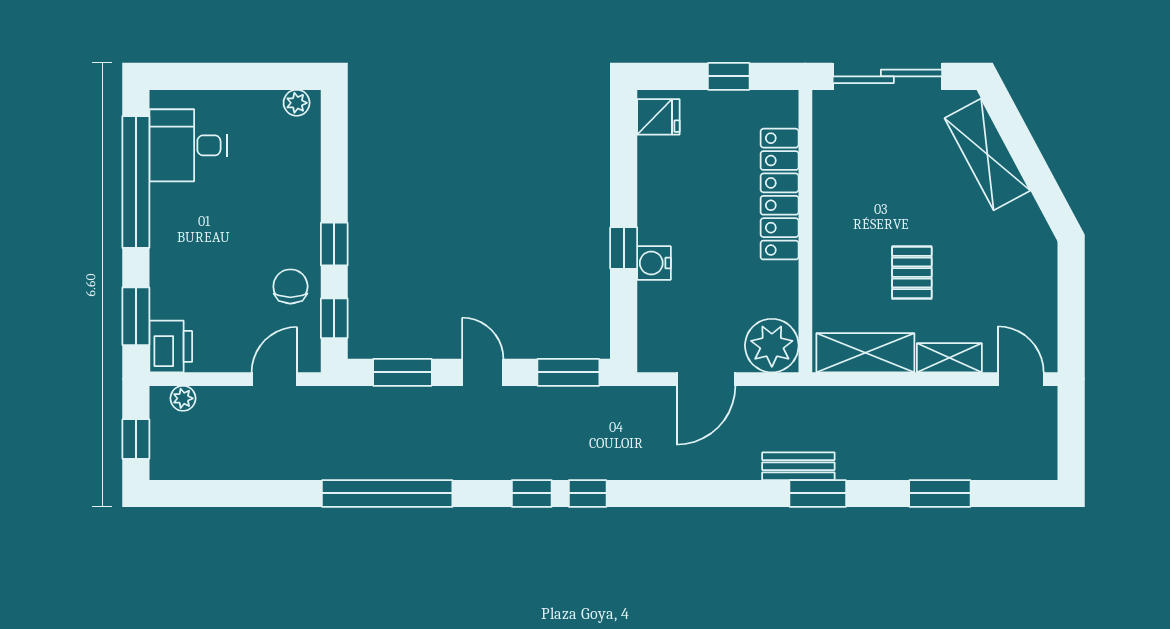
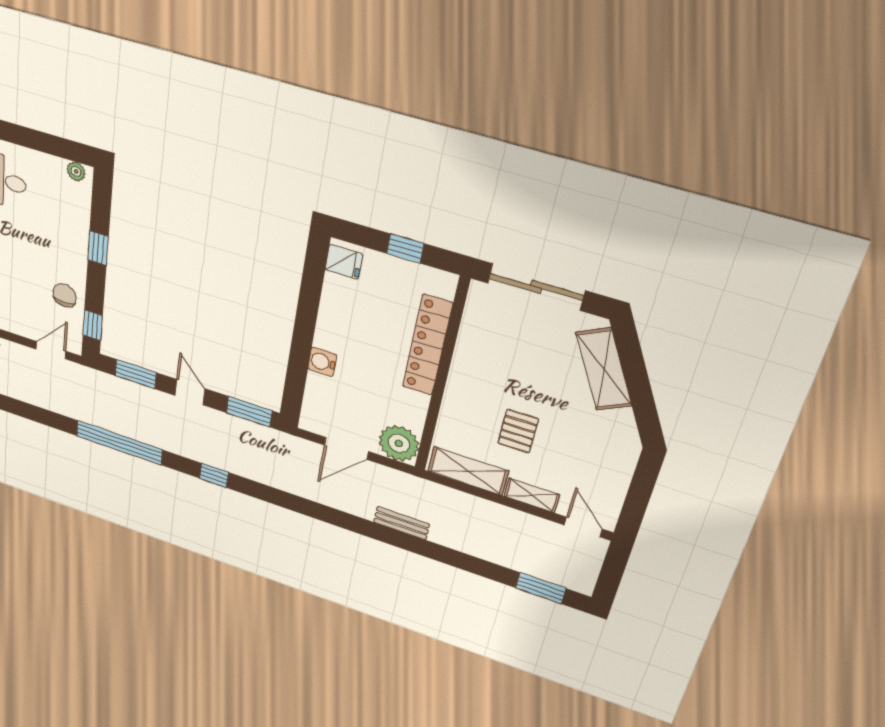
window: (334, 244) -> (98, 248), moved
window: (624, 248) -> (302, 345), removed
window: (588, 493) -> (252, 488), removed
window: (818, 493) -> (412, 544), removed
window: (940, 493) -> (541, 588), moved

